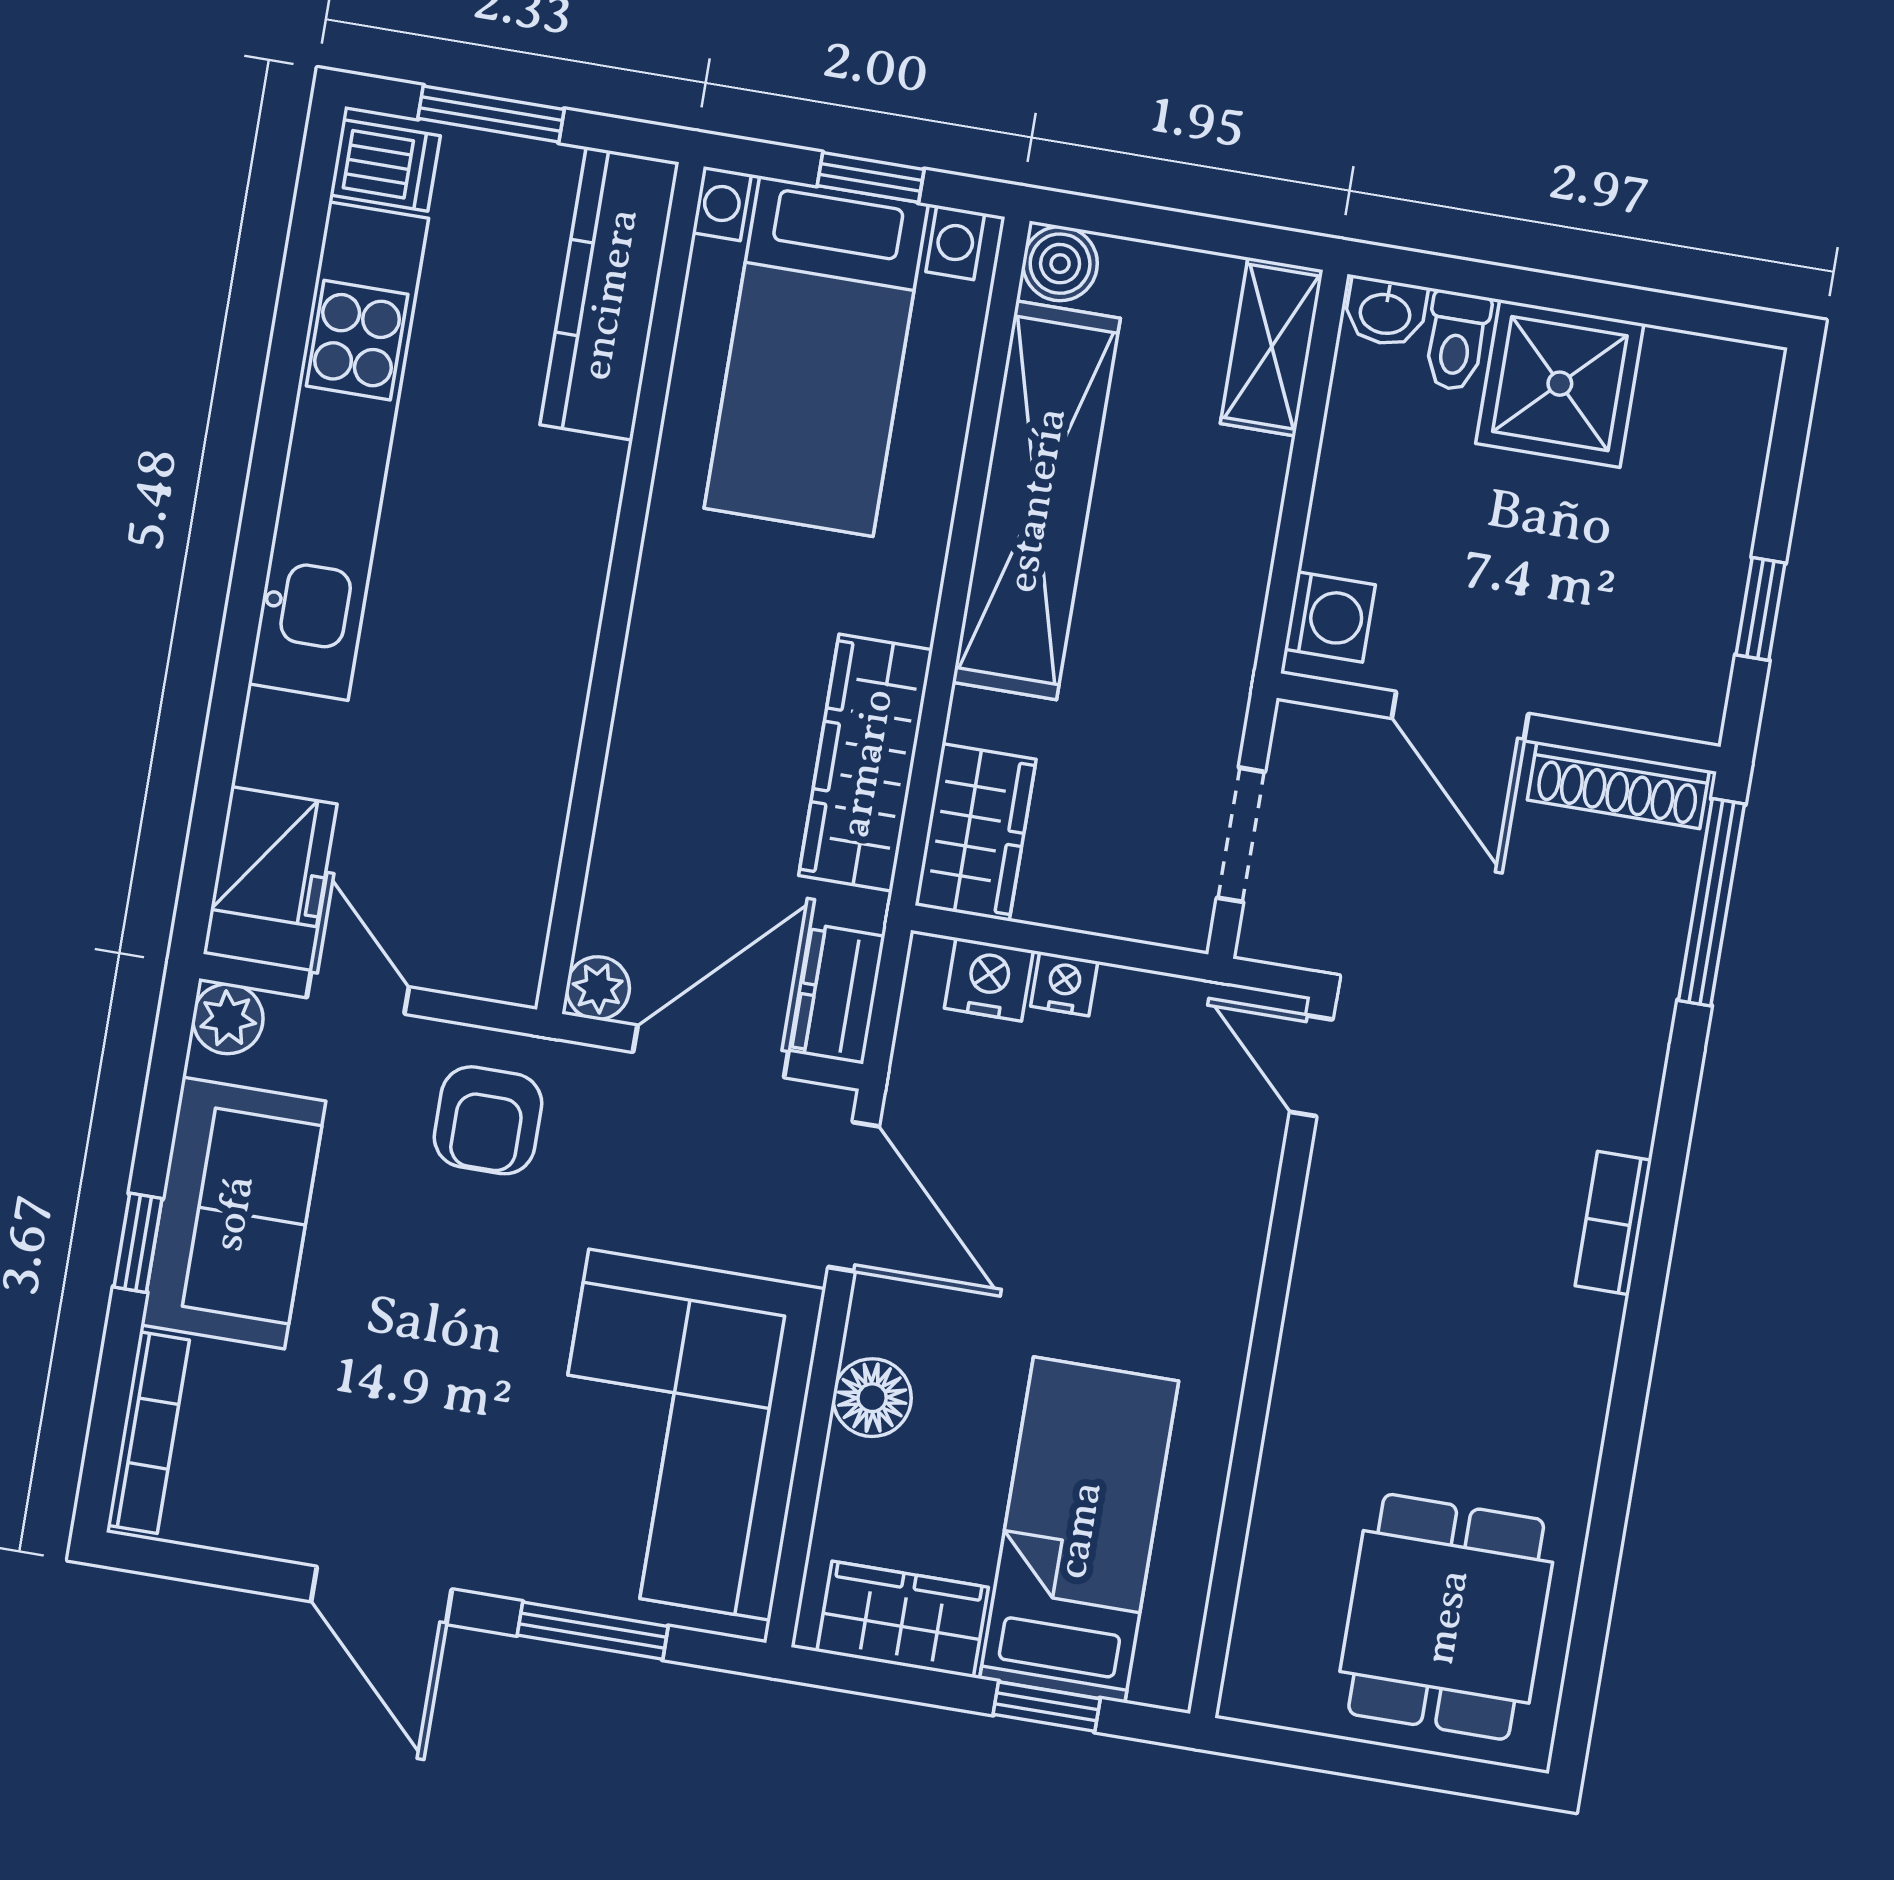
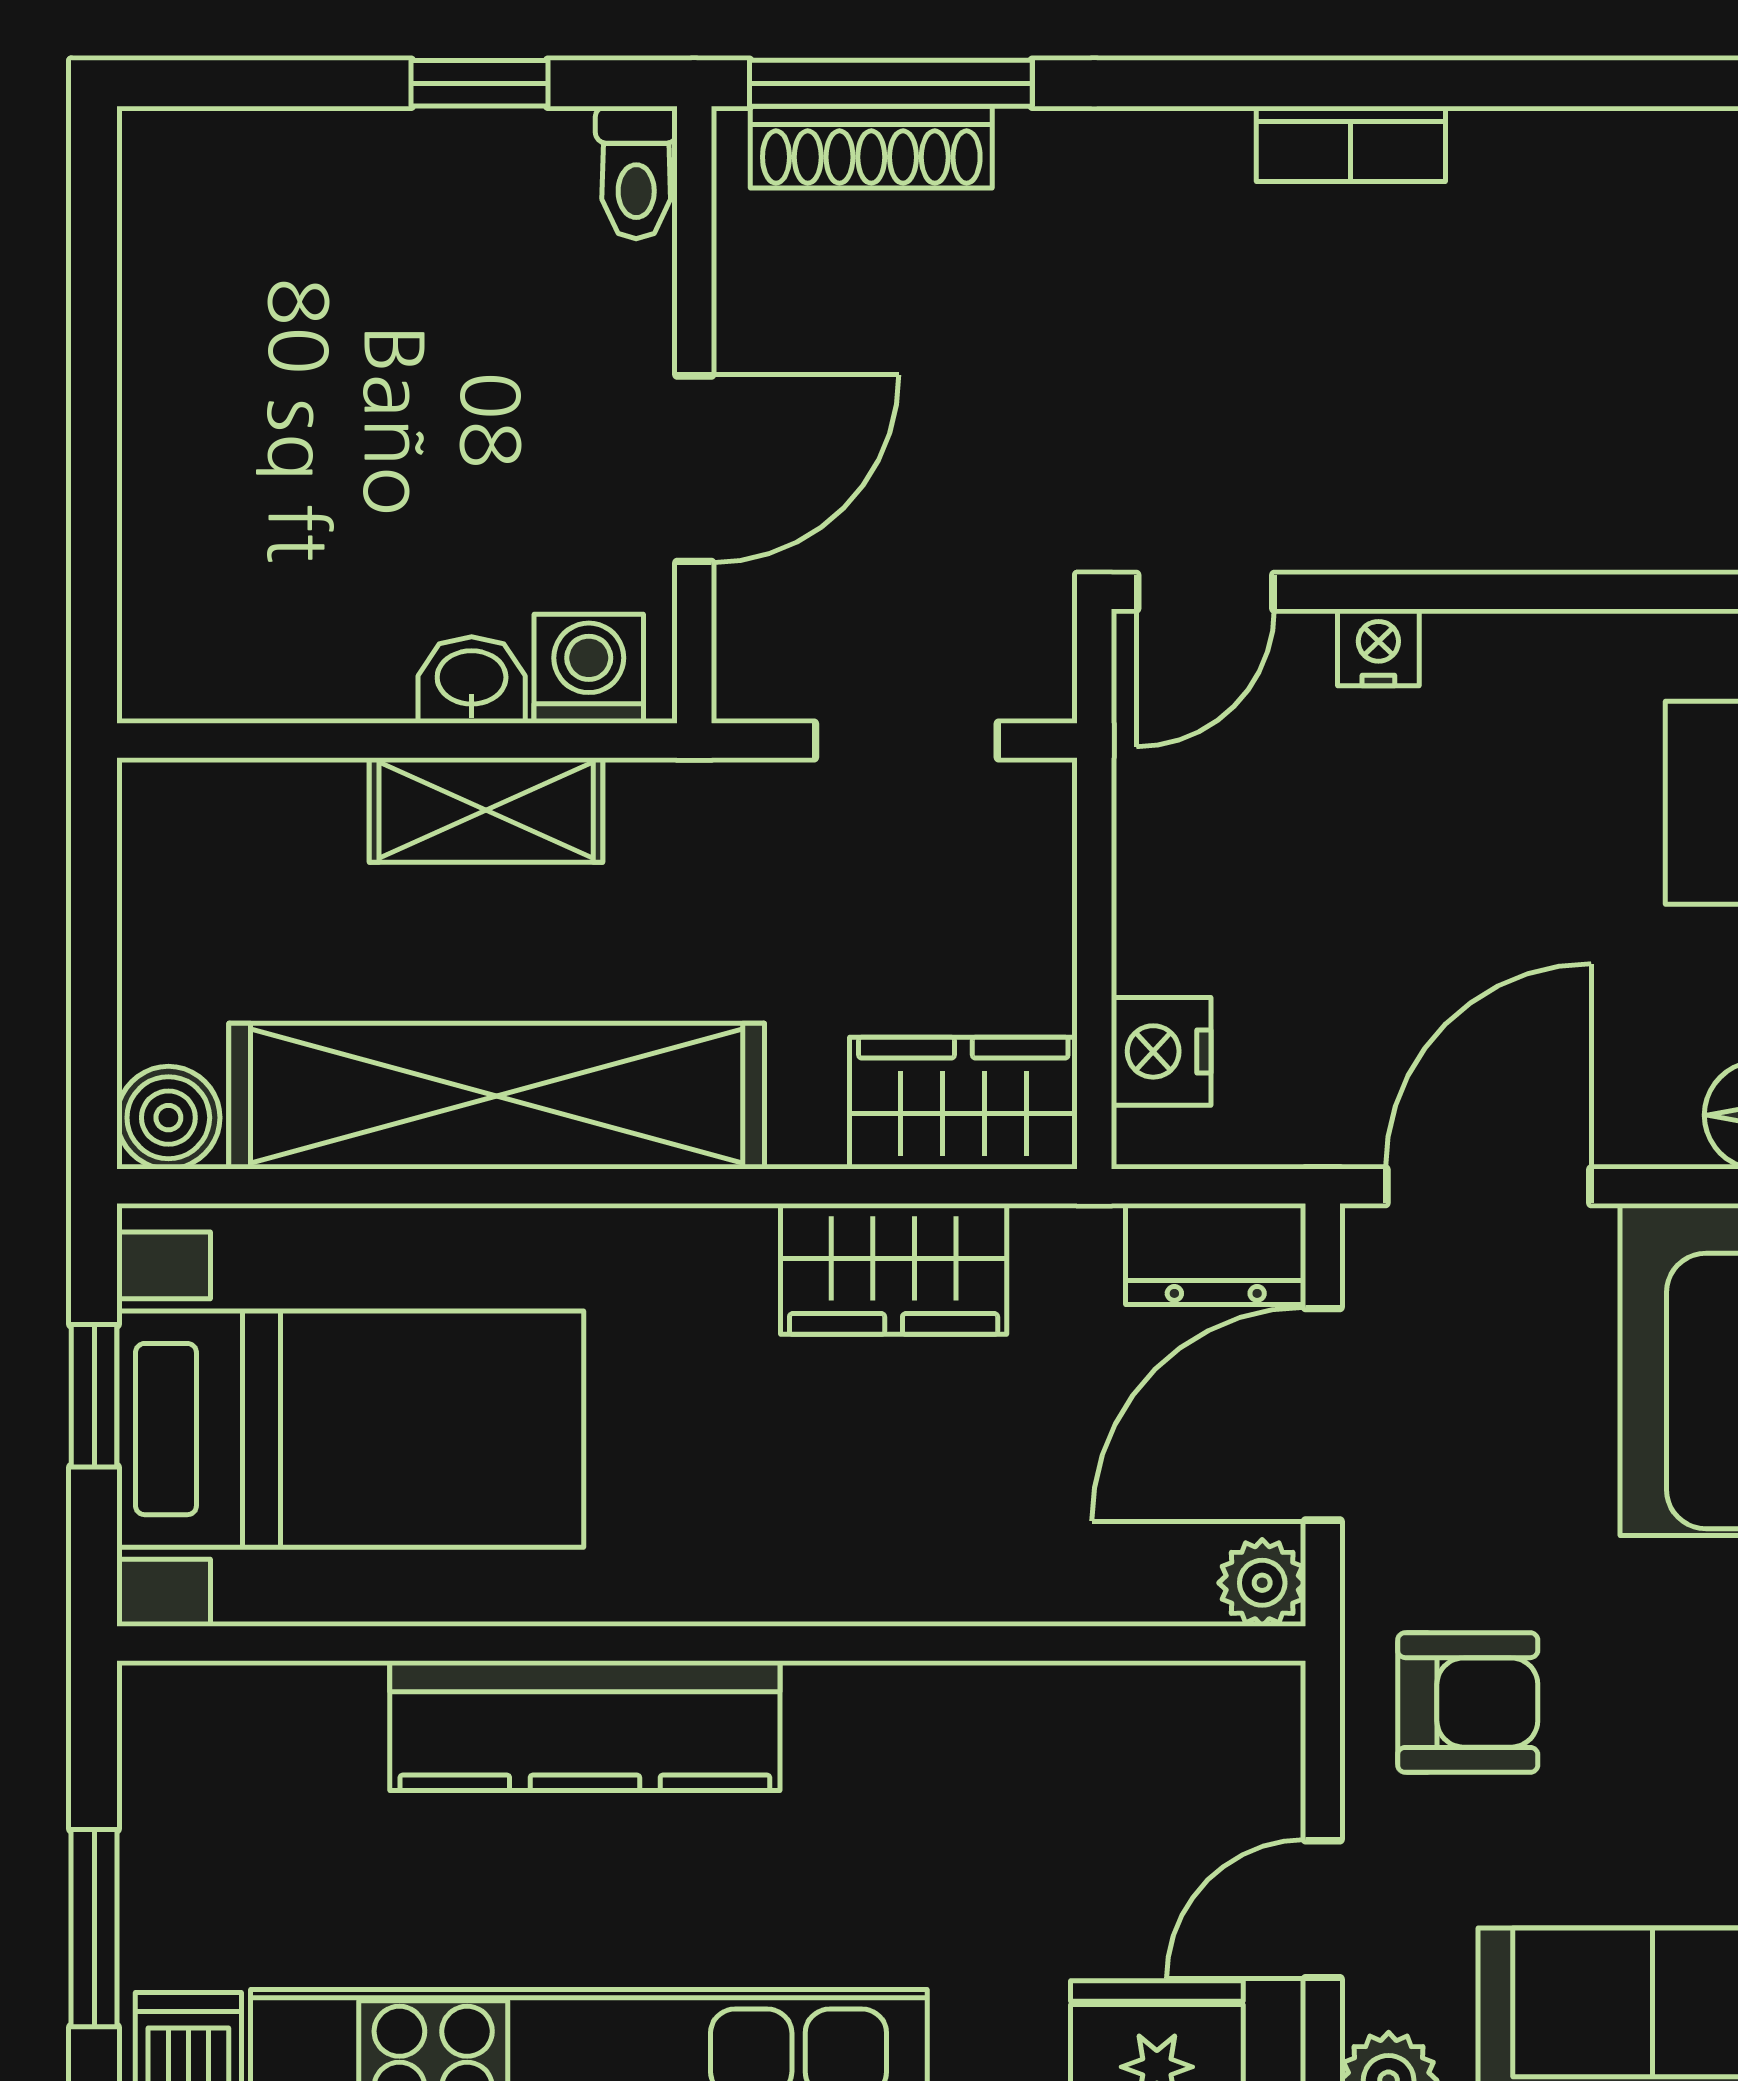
kitchen counter: (609, 294) -> (585, 1726), moved
washbasin: (1385, 312) -> (472, 680), moved, turned -90
toilet: (1456, 341) -> (636, 173), moved, turned 90
shelving: (1272, 347) -> (486, 810), moved
shower: (1560, 384) -> (218, 408), removed
wardrobe: (866, 763) -> (894, 1269), width x0.67
shoe rack: (1618, 785) -> (871, 147), moved, turned 90
nightstand: (1064, 984) -> (1378, 647), moved, turned 90
door: (711, 1051) -> (1323, 1414), hinge flipped

